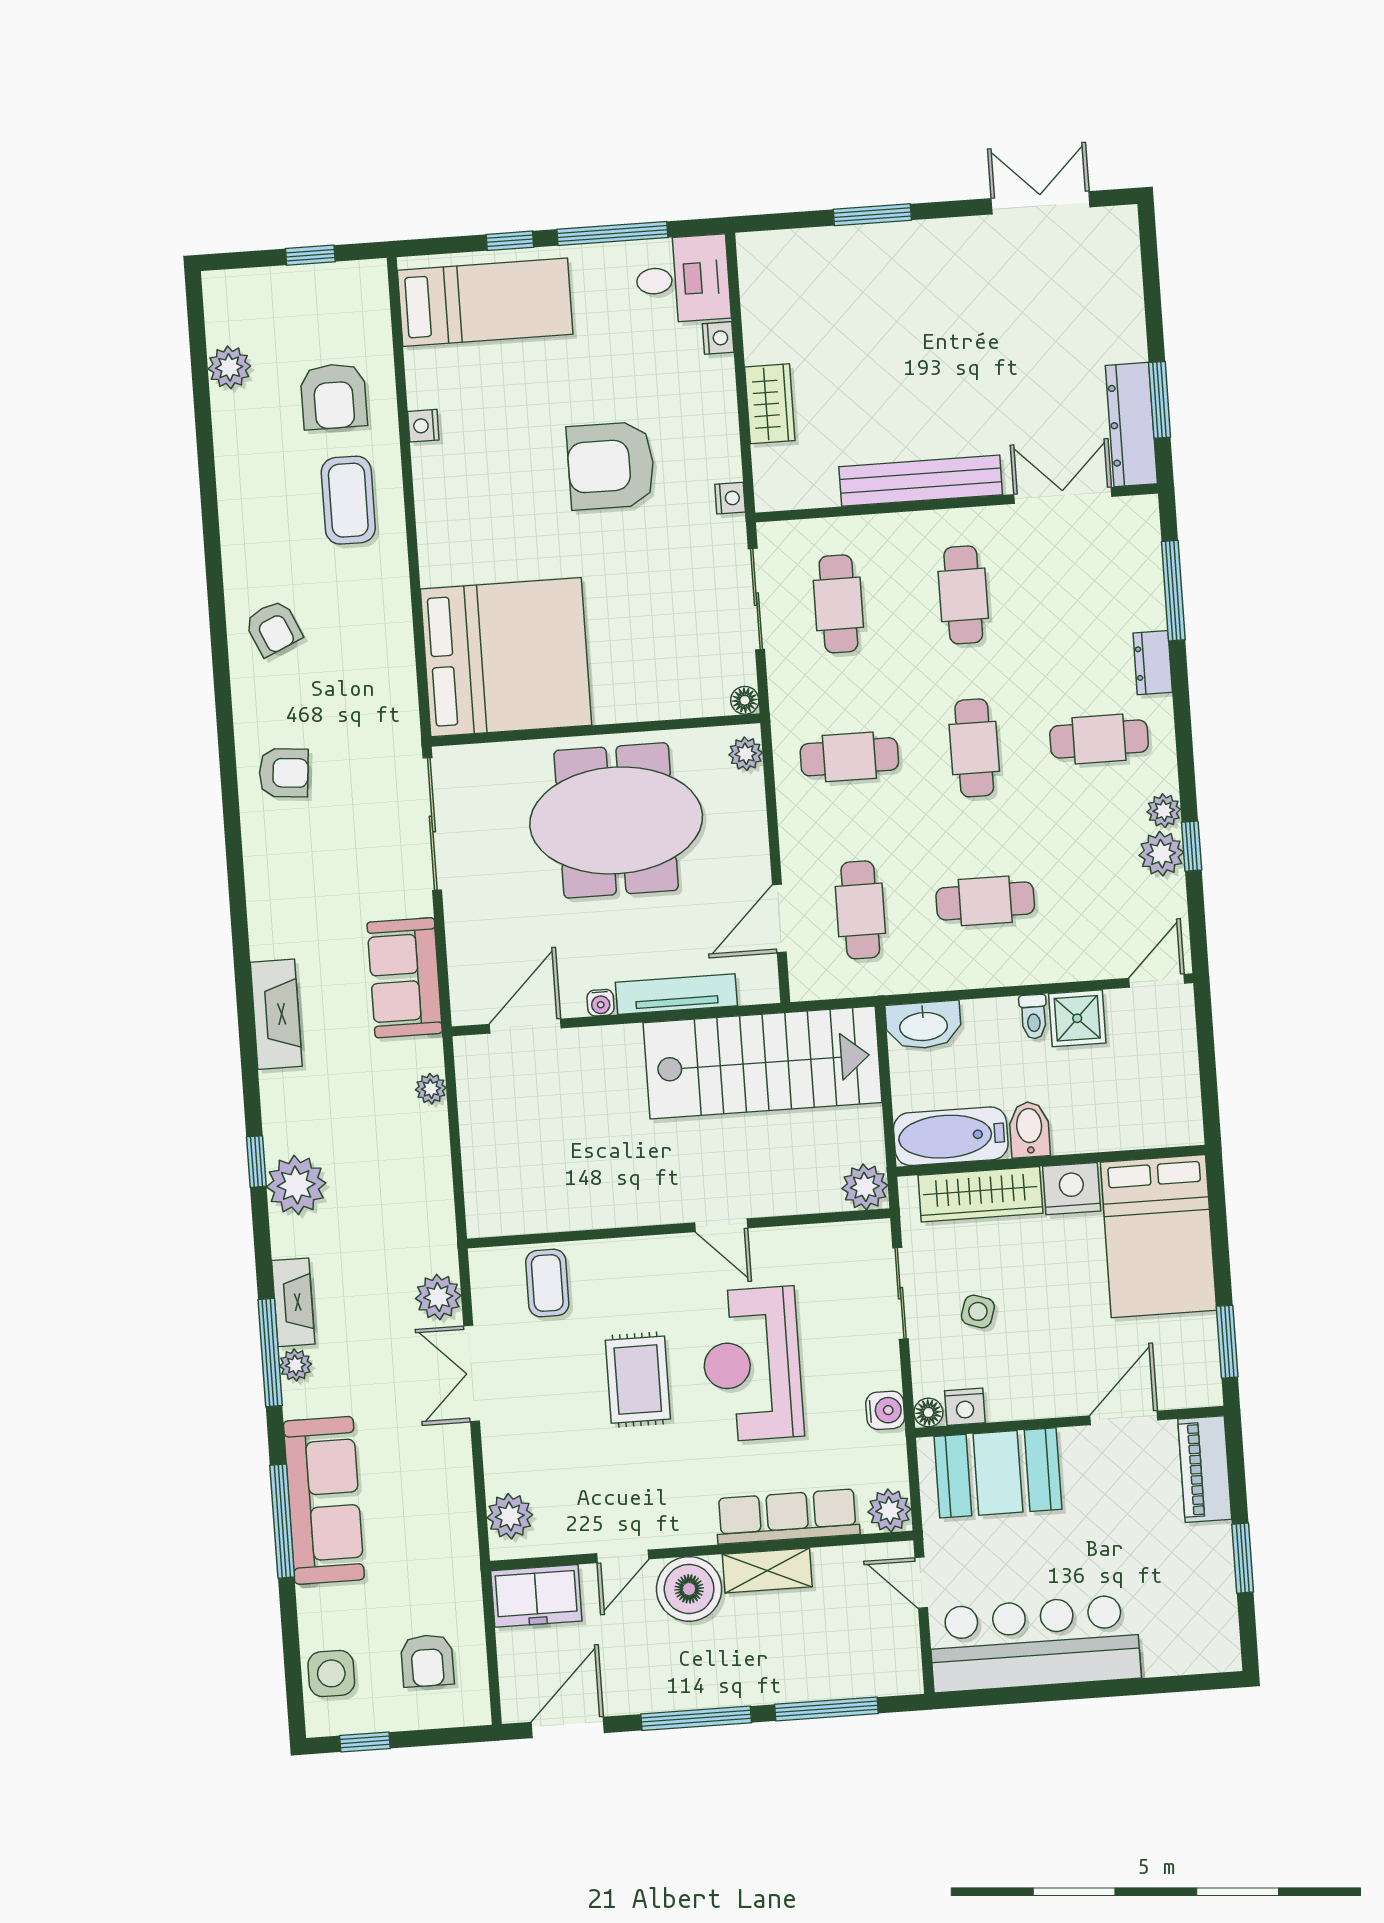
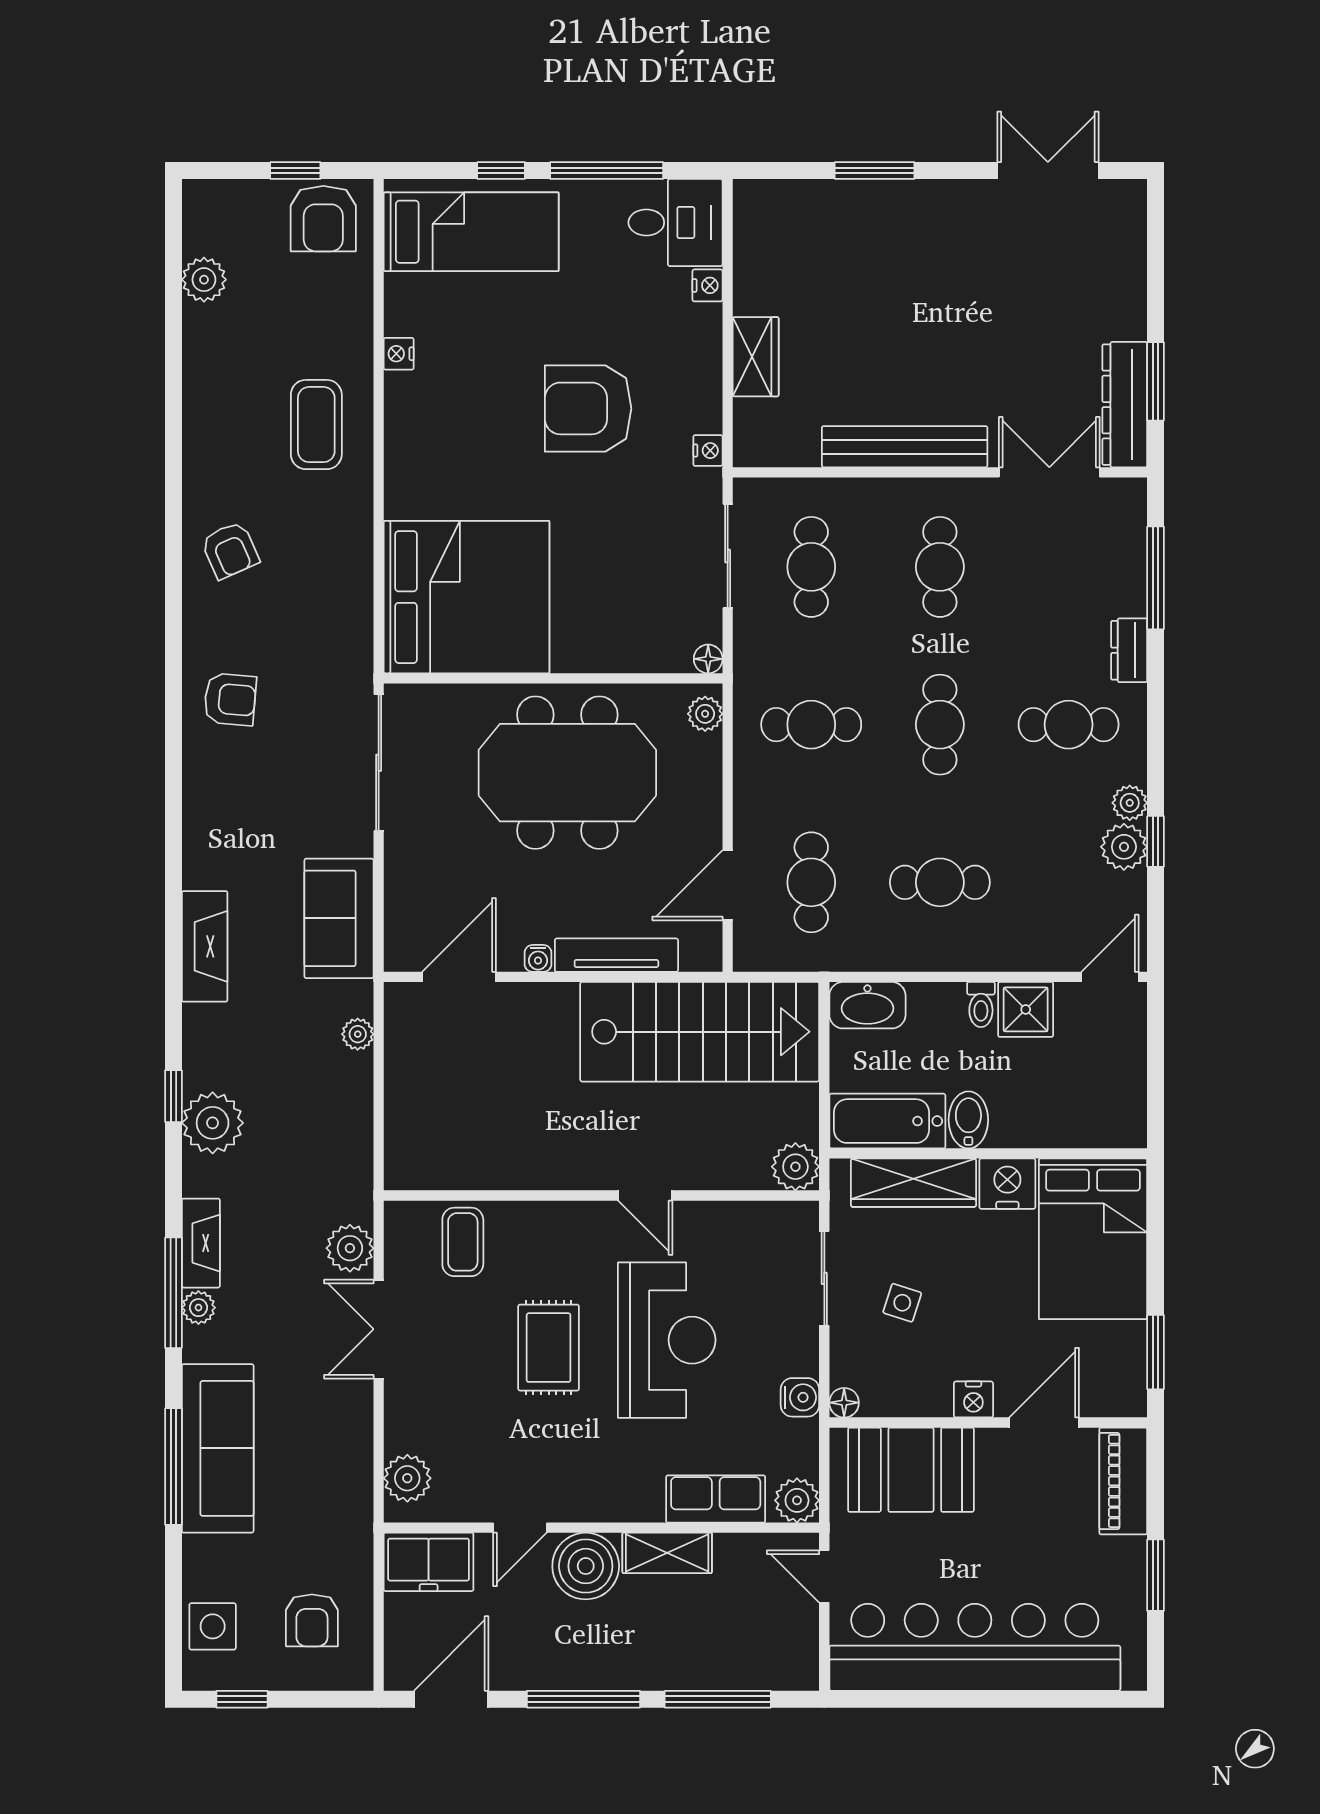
armchair: (334, 396) -> (323, 219), moved
reception desk: (752, 1364) -> (667, 1340), turned 180
nightstand: (965, 1407) -> (973, 1399), moved
row of seats: (788, 1516) -> (716, 1499), width x0.68
bar counter: (1035, 1643) -> (975, 1647), width x1.36

